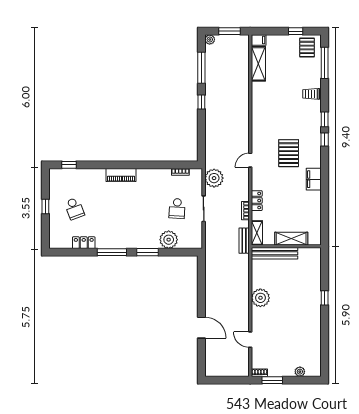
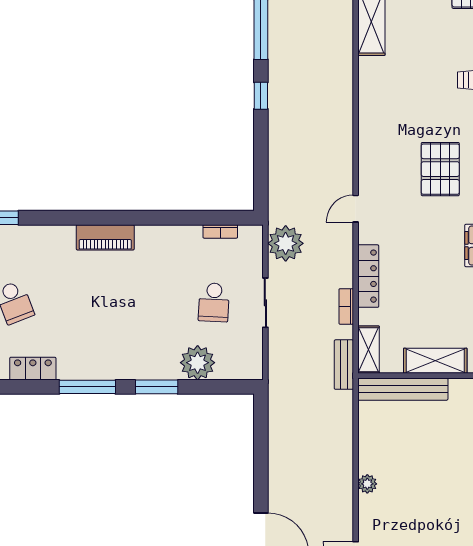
pallet: (289, 153) -> (440, 169), moved
locker: (257, 201) -> (368, 276), width x1.53
plant: (260, 298) -> (367, 484), width x0.53, depth x0.53

